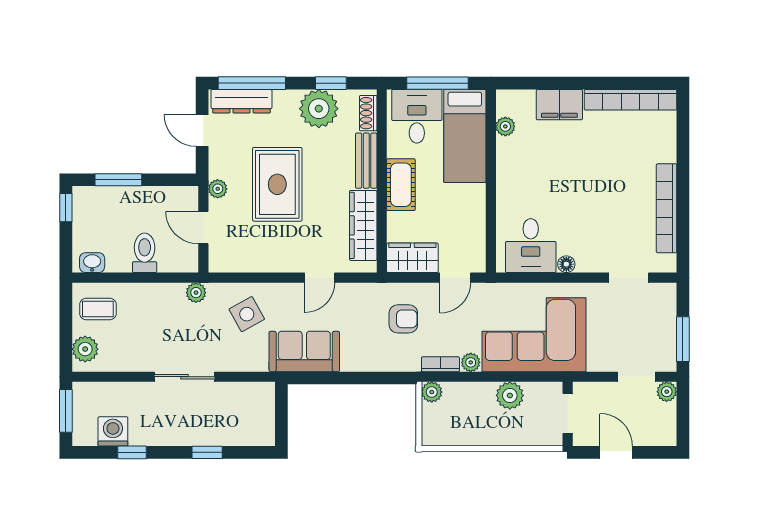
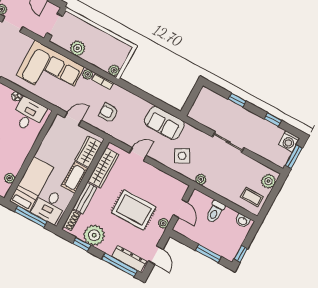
rug: (277, 184) -> (134, 210), turned 90
wardrobe: (412, 258) -> (88, 152), moved, turned 90
washing machine: (113, 431) -> (289, 141), moved

